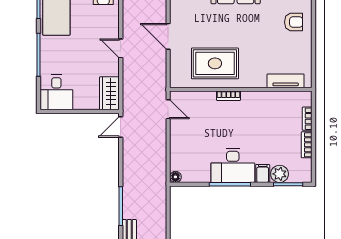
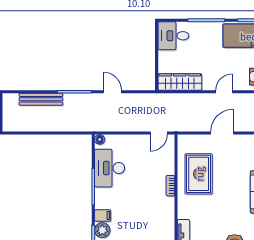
door: (121, 48) -> (224, 92), moved
wardrobe: (109, 93) -> (180, 82), width x1.50
door: (121, 127) -> (112, 92), moved
desk: (233, 166) -> (110, 168), moved

